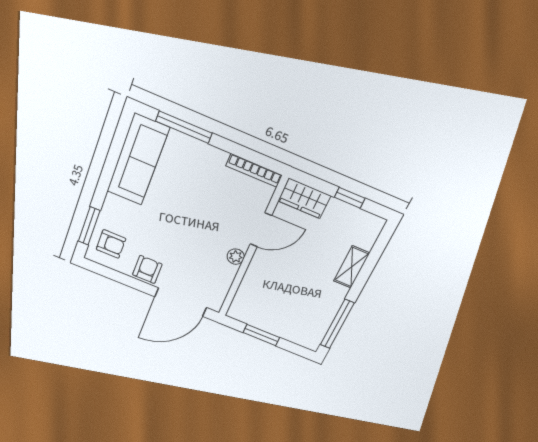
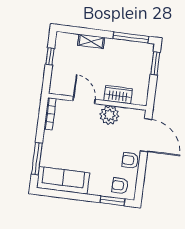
wardrobe: (304, 198) -> (118, 95), moved, turned -90
armchair: (111, 244) -> (120, 186), turned -90
plant: (236, 257) -> (109, 115), width x1.88, depth x1.88
window: (261, 335) -> (155, 63), moved

